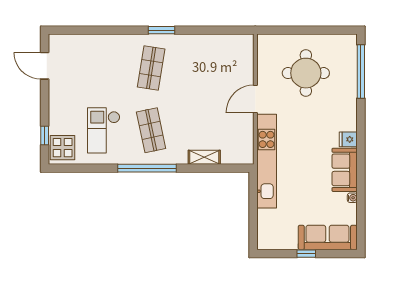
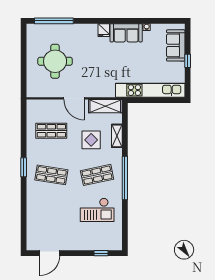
shop shelf: (211, 68) -> (51, 131), added
shelving: (245, 142) -> (105, 106), added
display table: (63, 148) -> (91, 140), moved
kitchen unit: (267, 161) -> (150, 90), moved
sofa: (327, 237) -> (176, 45), width x0.73

